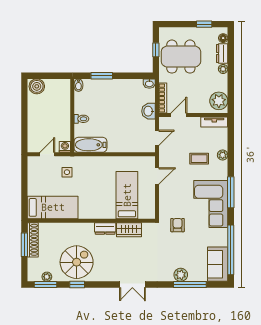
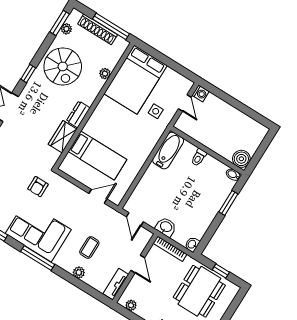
boiler: (37, 86) -> (241, 159), moved
plant: (219, 101) -> (131, 305), width x0.53, depth x0.53
door: (179, 115) -> (138, 264), moved
washing machine: (65, 147) -> (201, 93), moved
door: (157, 176) -> (98, 196), swing flipped
bed: (53, 207) -> (136, 80), width x1.50
armchair: (177, 225) -> (38, 187), turned 90
plant: (62, 227) -> (105, 74), added
shoe rack: (33, 240) -> (98, 29), moved
window: (24, 245) -> (111, 26), width x1.44
window: (77, 285) -> (28, 73), moved

